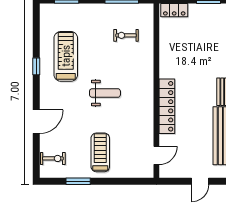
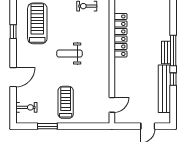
weight bench: (105, 93) -> (70, 54), turned 180
locker: (167, 106) -> (120, 35), moved

